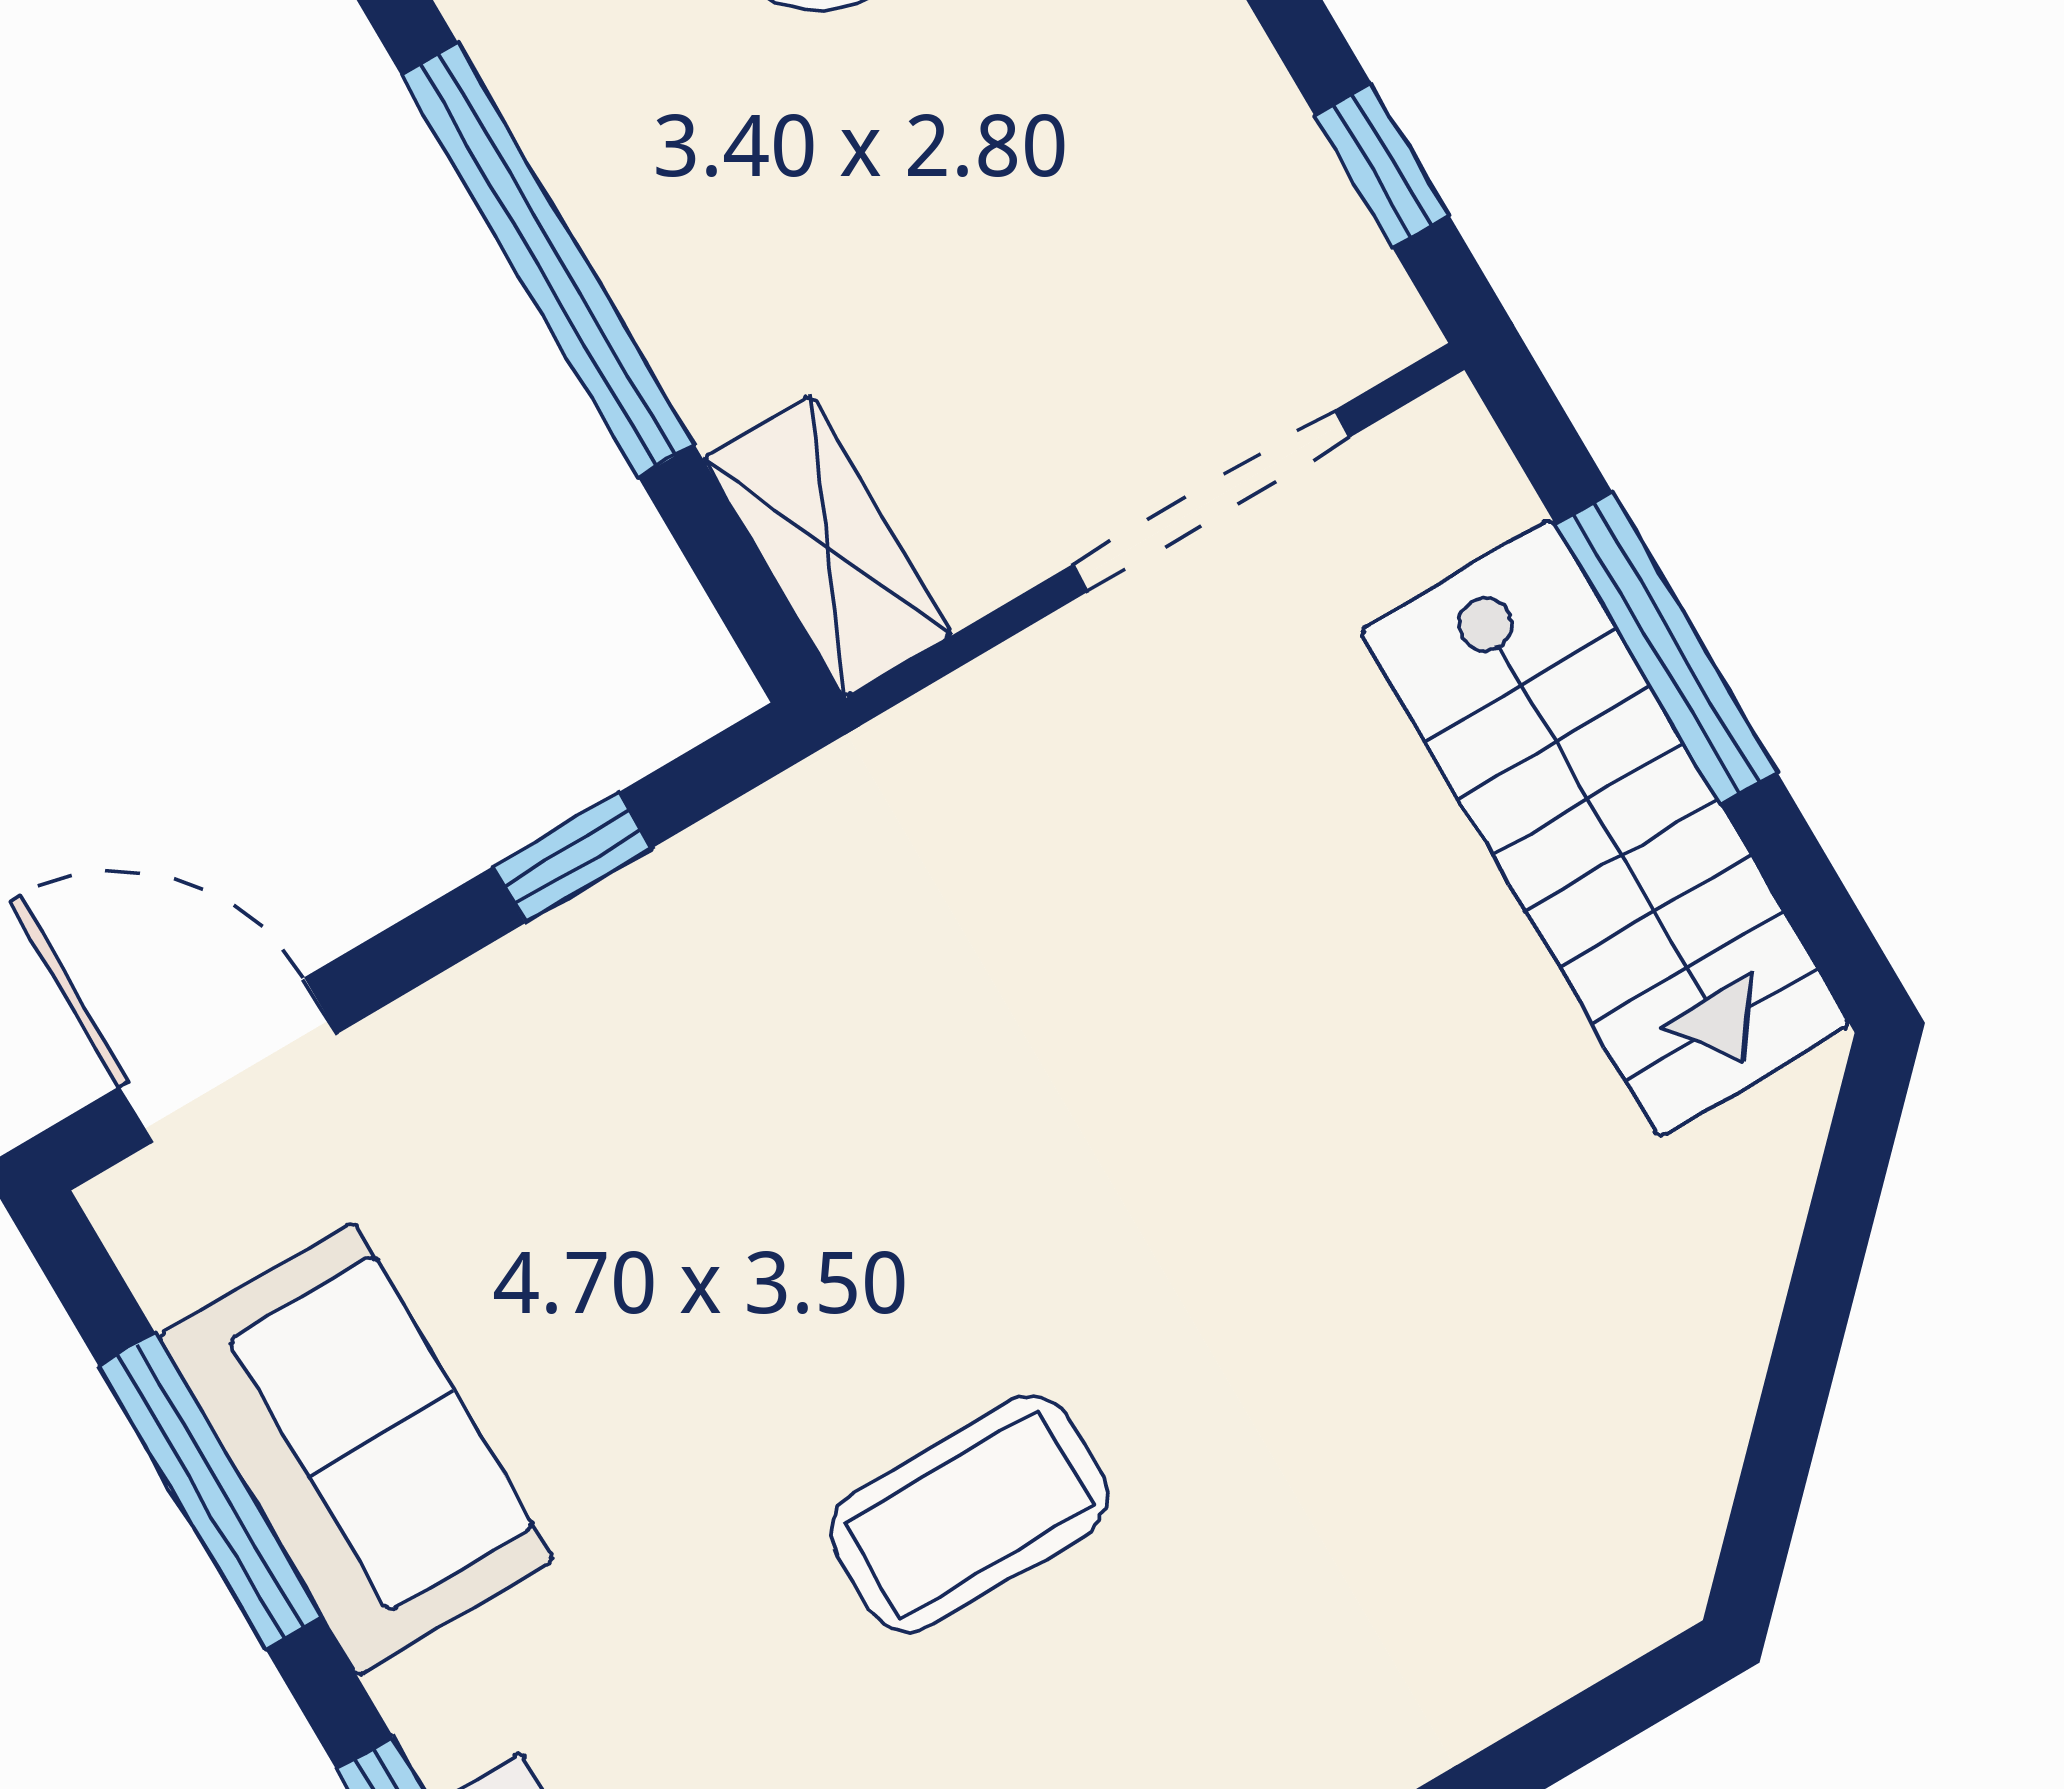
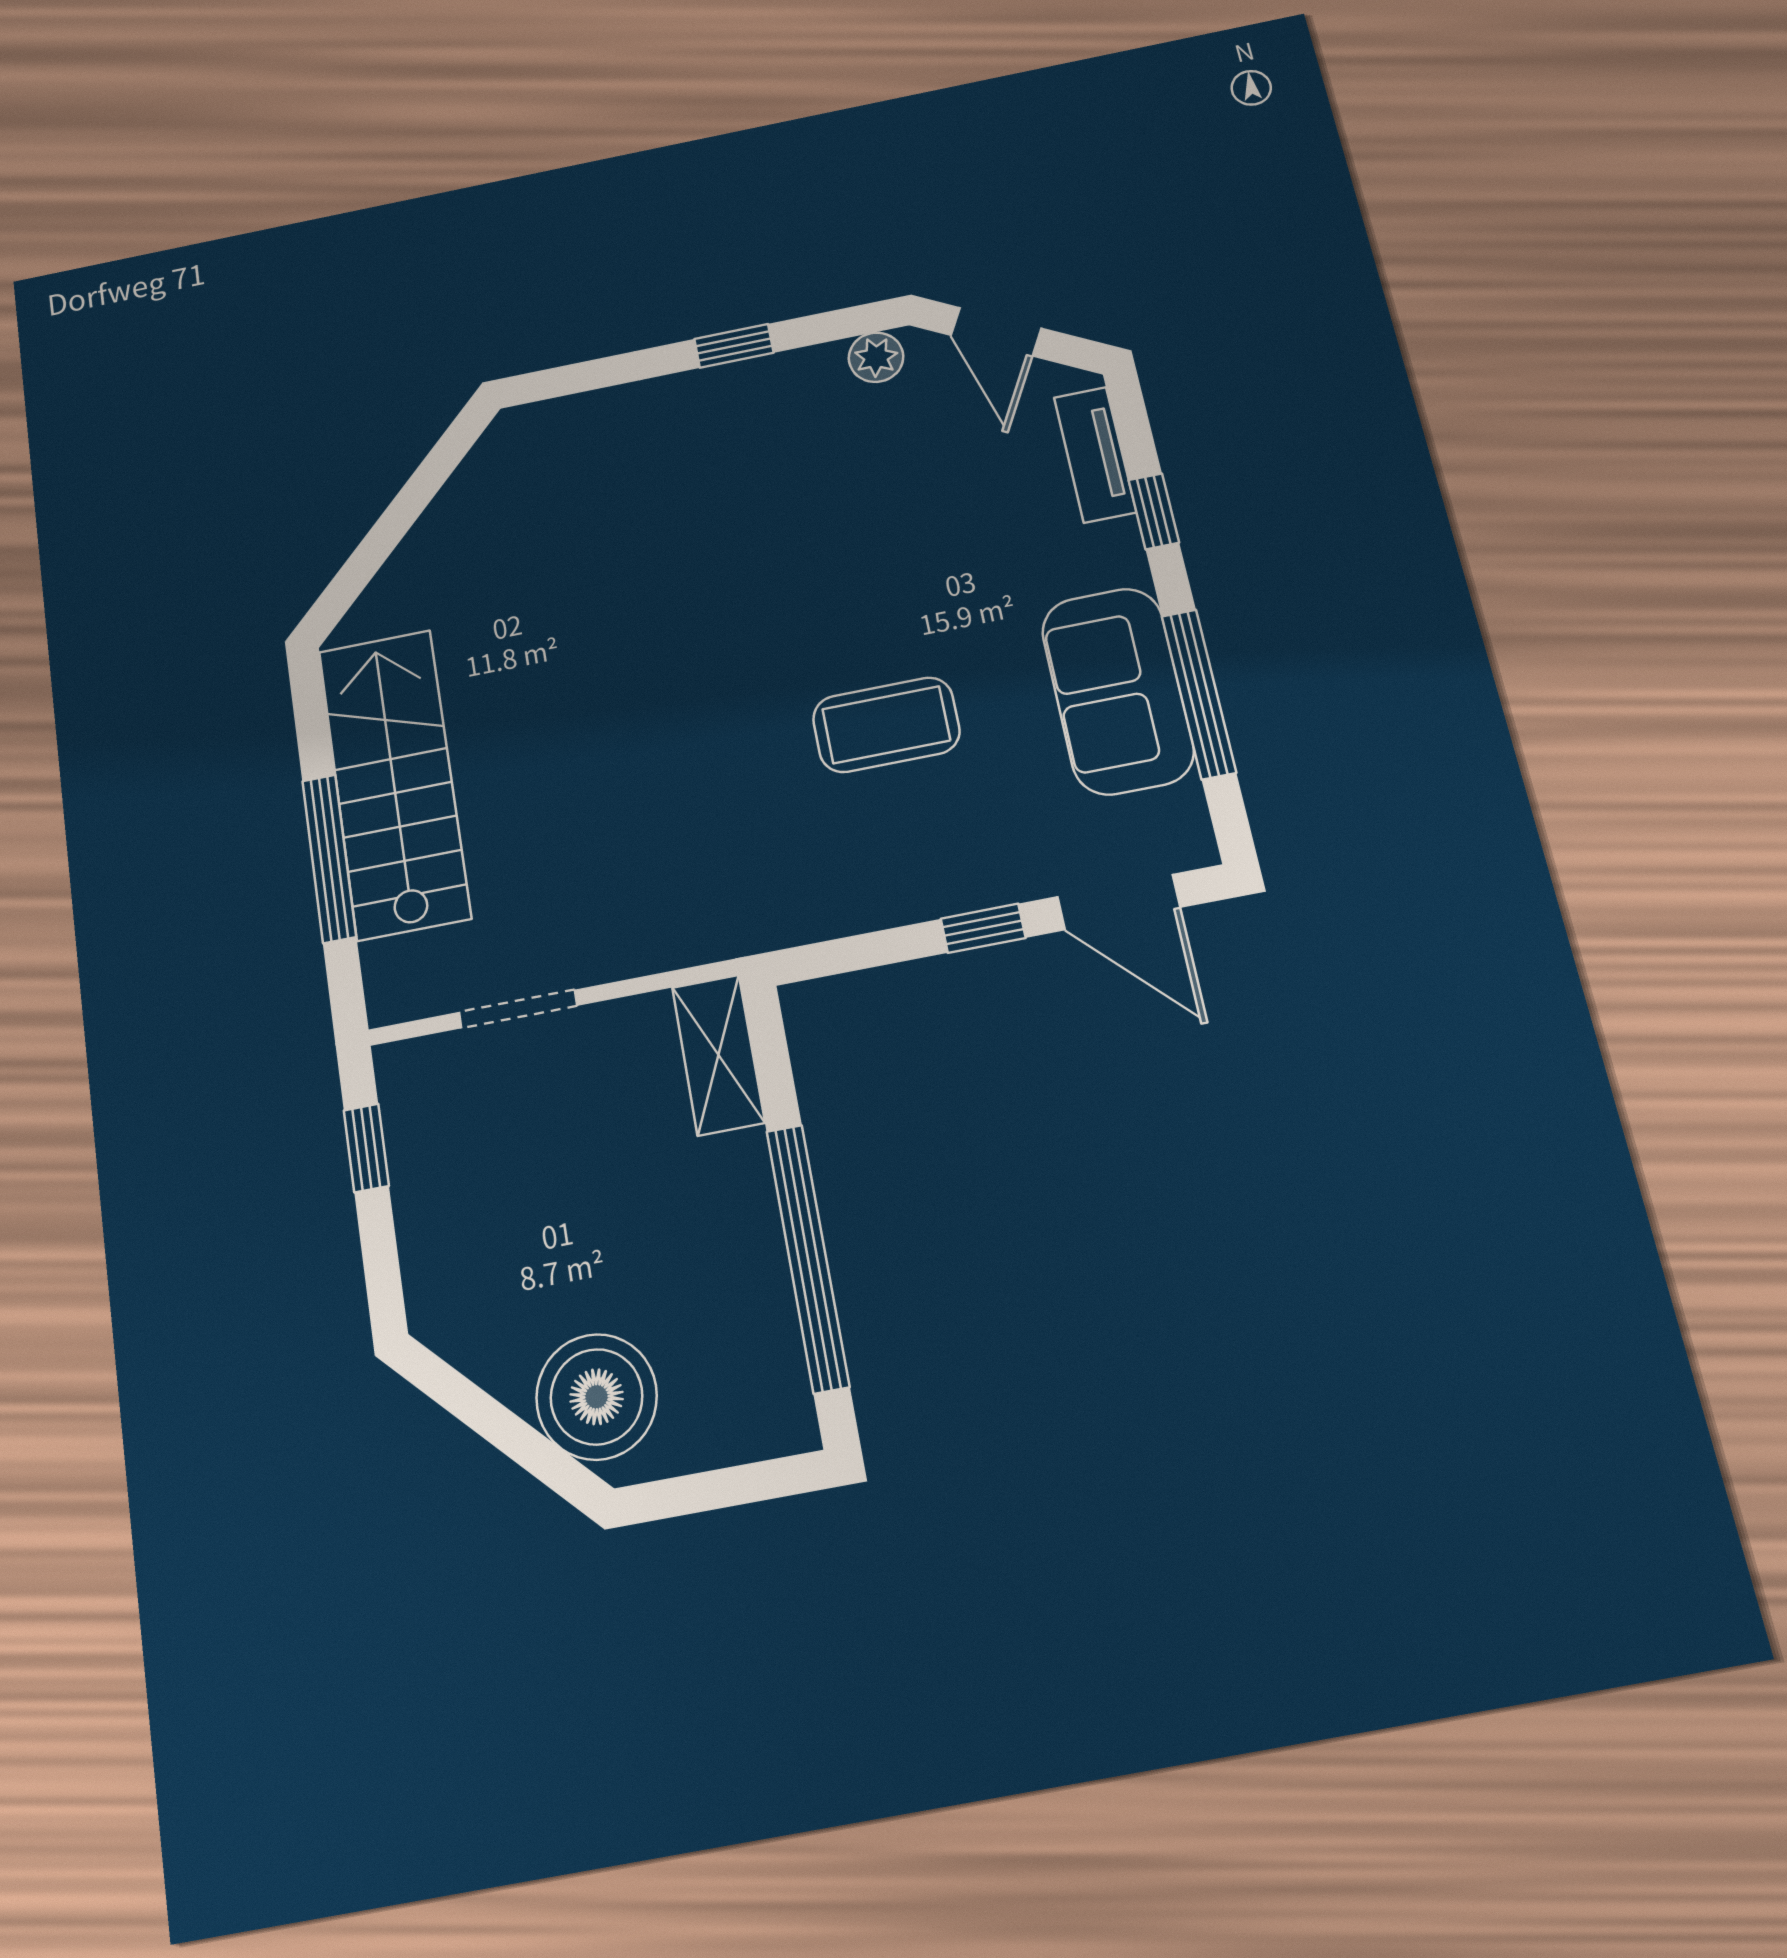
doorway: (1212, 501) -> (518, 1009), width x0.73
window: (572, 857) -> (983, 928), moved
coffee table: (969, 1514) -> (886, 725), moved

